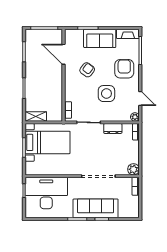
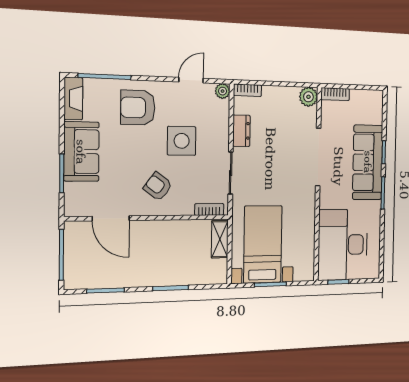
door: (64, 54) -> (111, 218), hinge flipped
armchair: (87, 70) -> (158, 186), moved
shelving: (36, 116) -> (220, 239), moved

